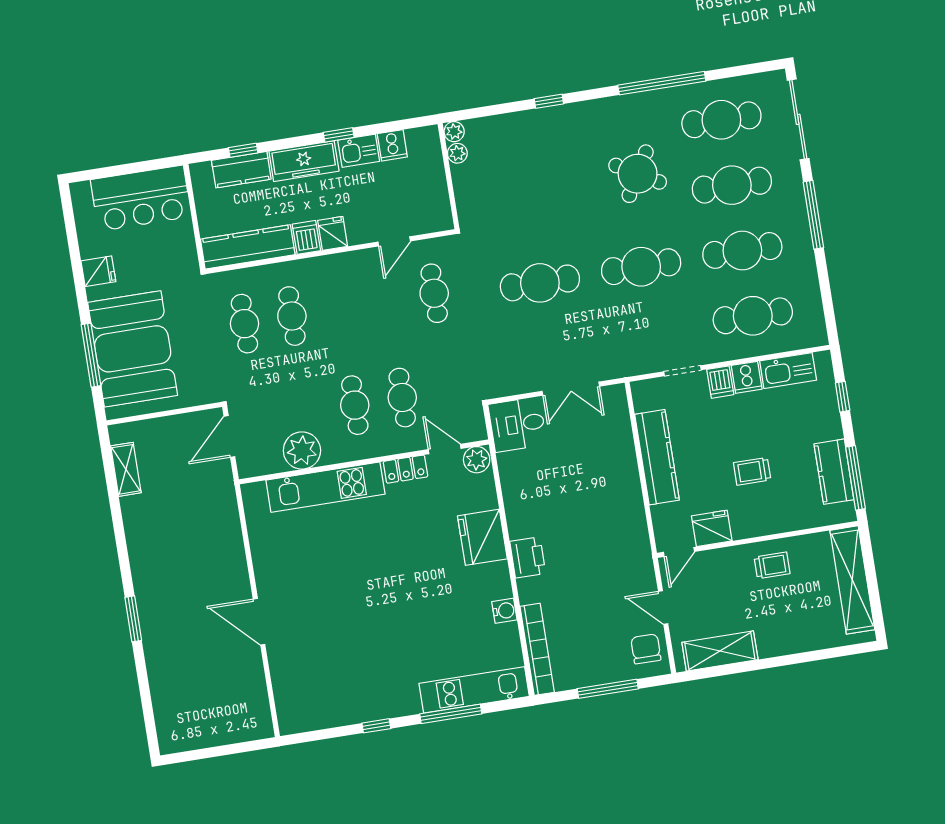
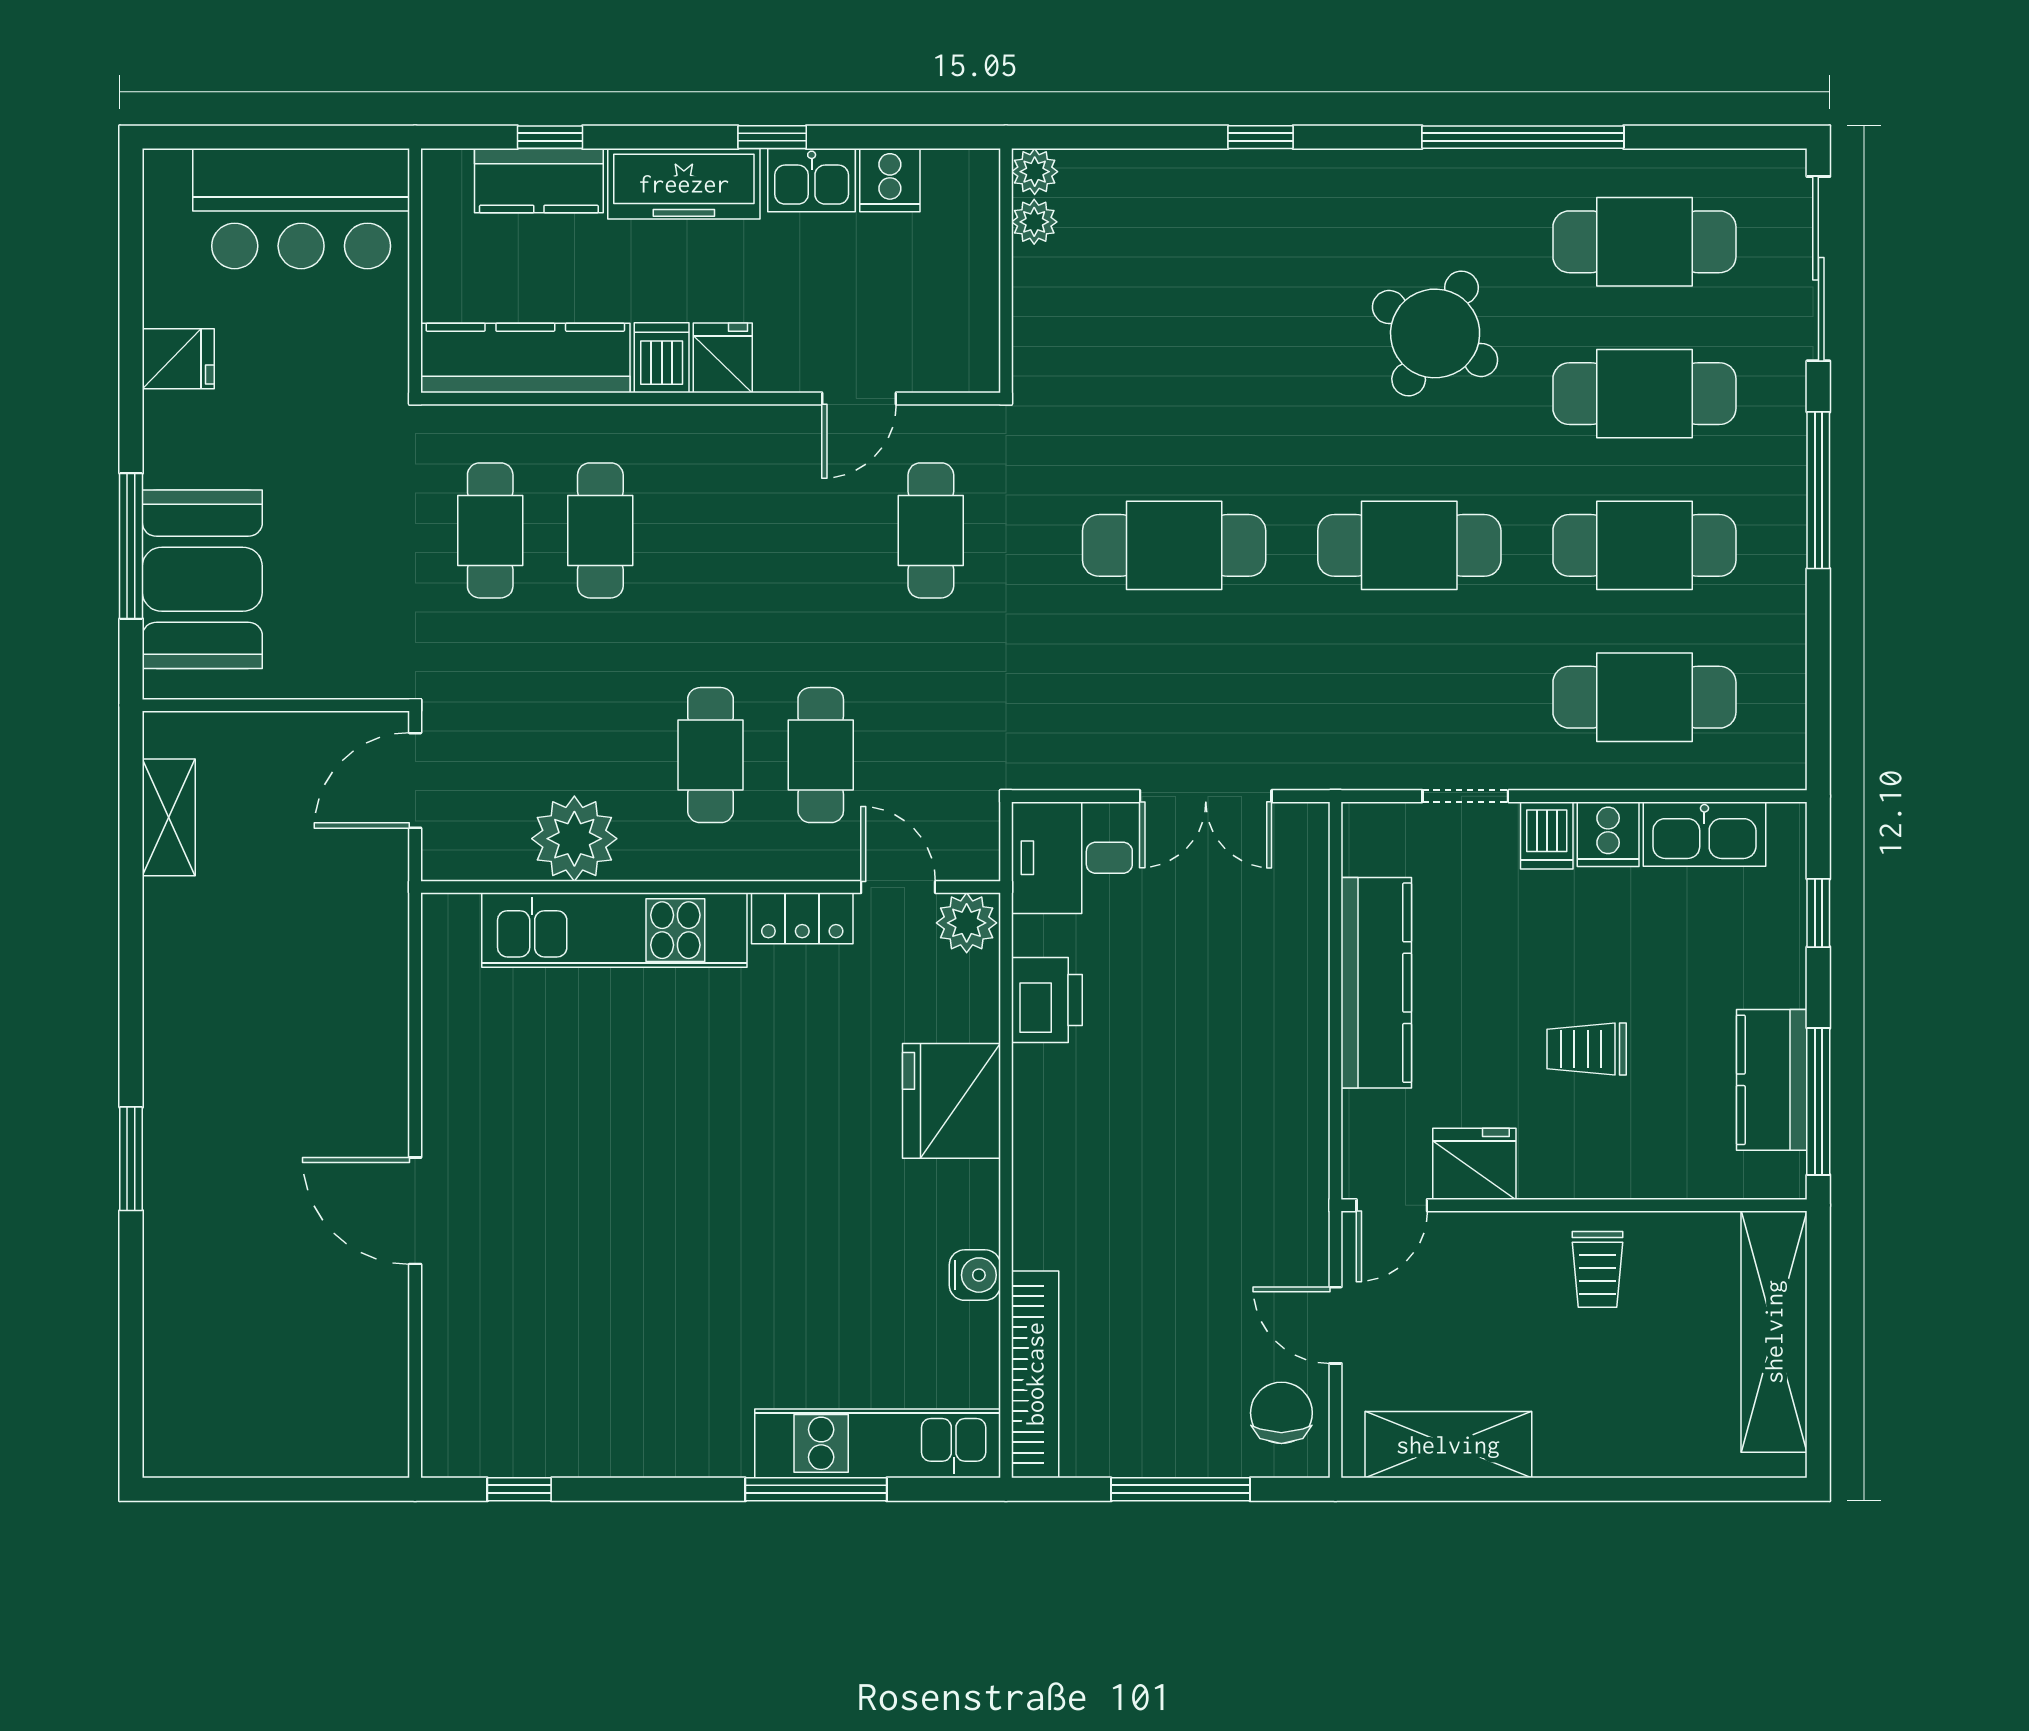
booth: (133, 349) -> (202, 579), width x0.73, depth x0.70
printer: (528, 557) -> (1047, 1000), moved
trolley: (772, 565) -> (1597, 1269), turned 90
window: (376, 726) -> (519, 1489), moved

